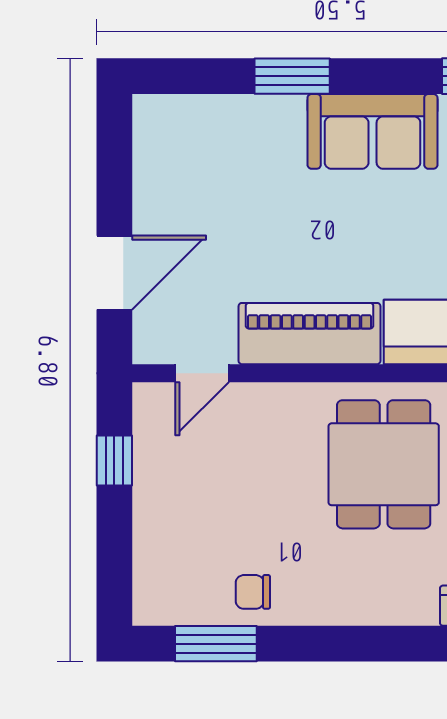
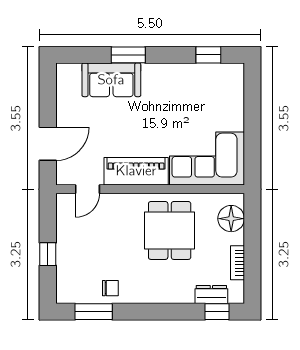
sofa: (373, 131) -> (111, 80), moved
window: (114, 461) -> (48, 254), moved
chair: (253, 592) -> (110, 288), turned 180

